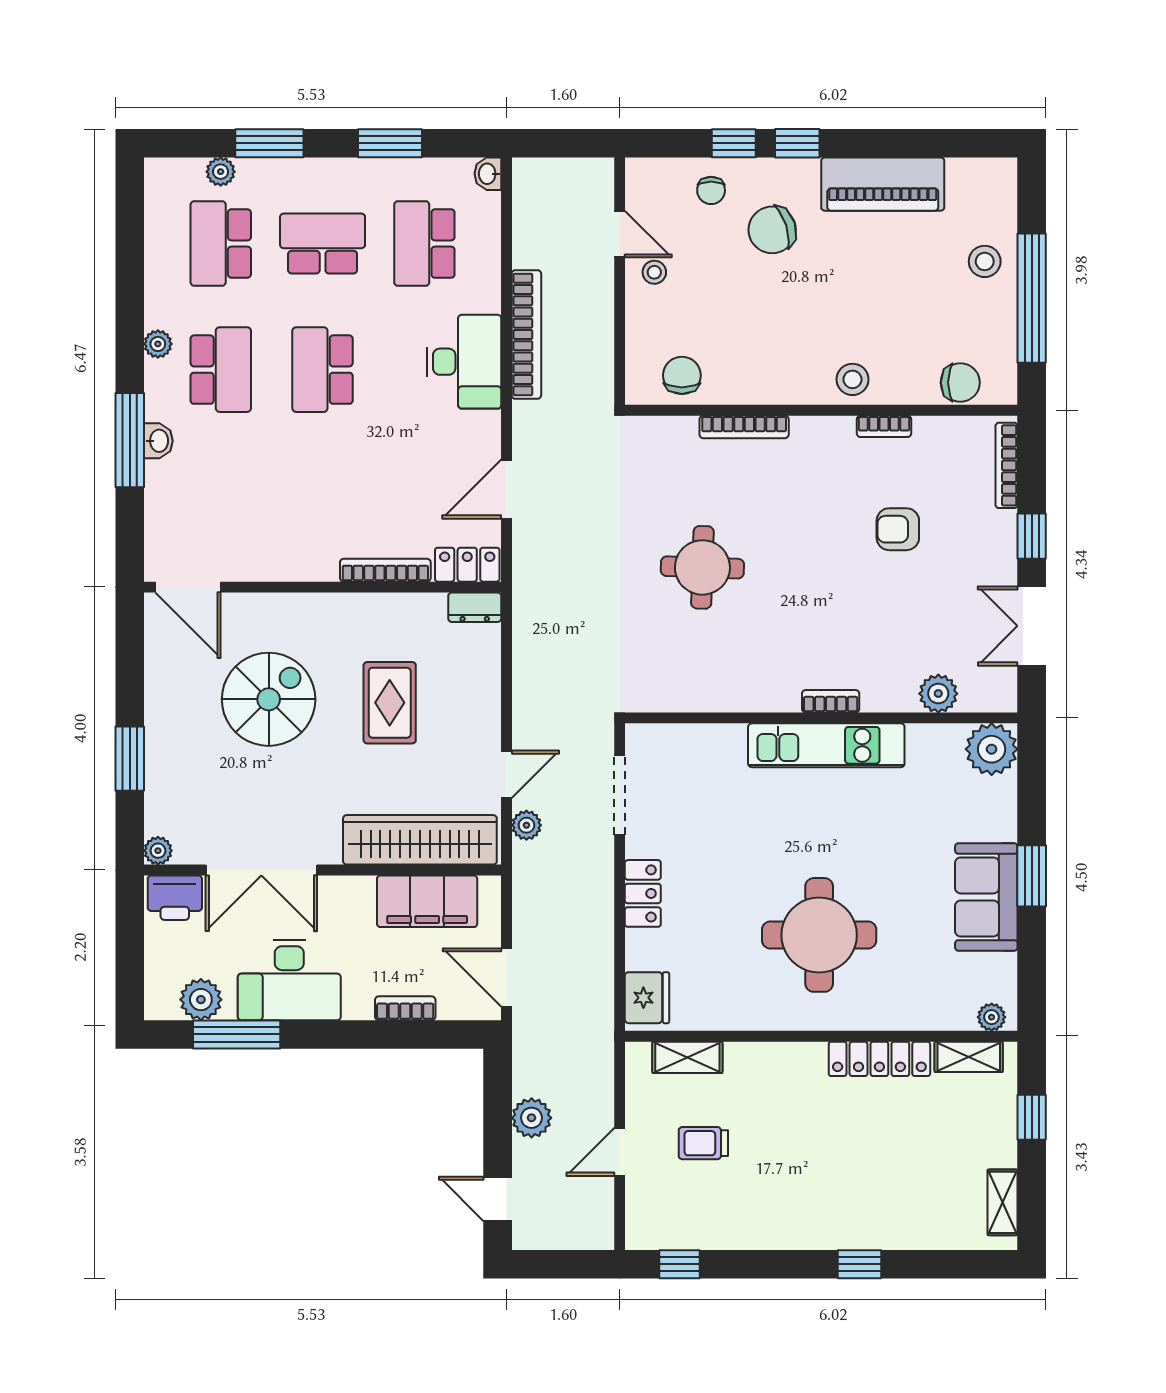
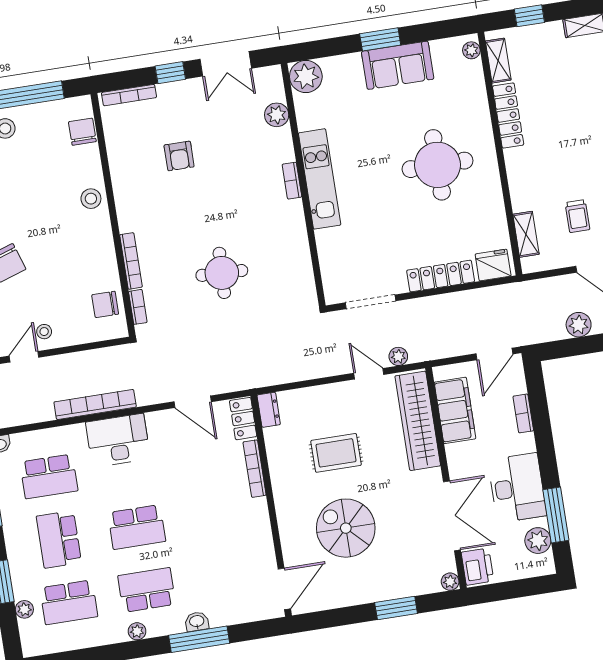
bookcase: (884, 426) -> (138, 307), moved
locker: (643, 893) -> (441, 276), width x1.53

